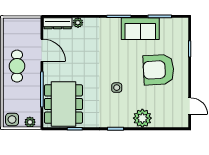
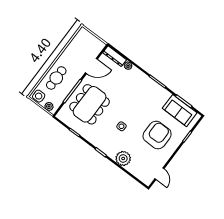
sofa: (140, 29) -> (180, 111), moved
door: (42, 50) -> (91, 66), hinge flipped
cafe table: (17, 66) -> (56, 78), moved
armchair: (158, 70) -> (157, 135), turned 93
dining table: (63, 104) -> (90, 104), moved

